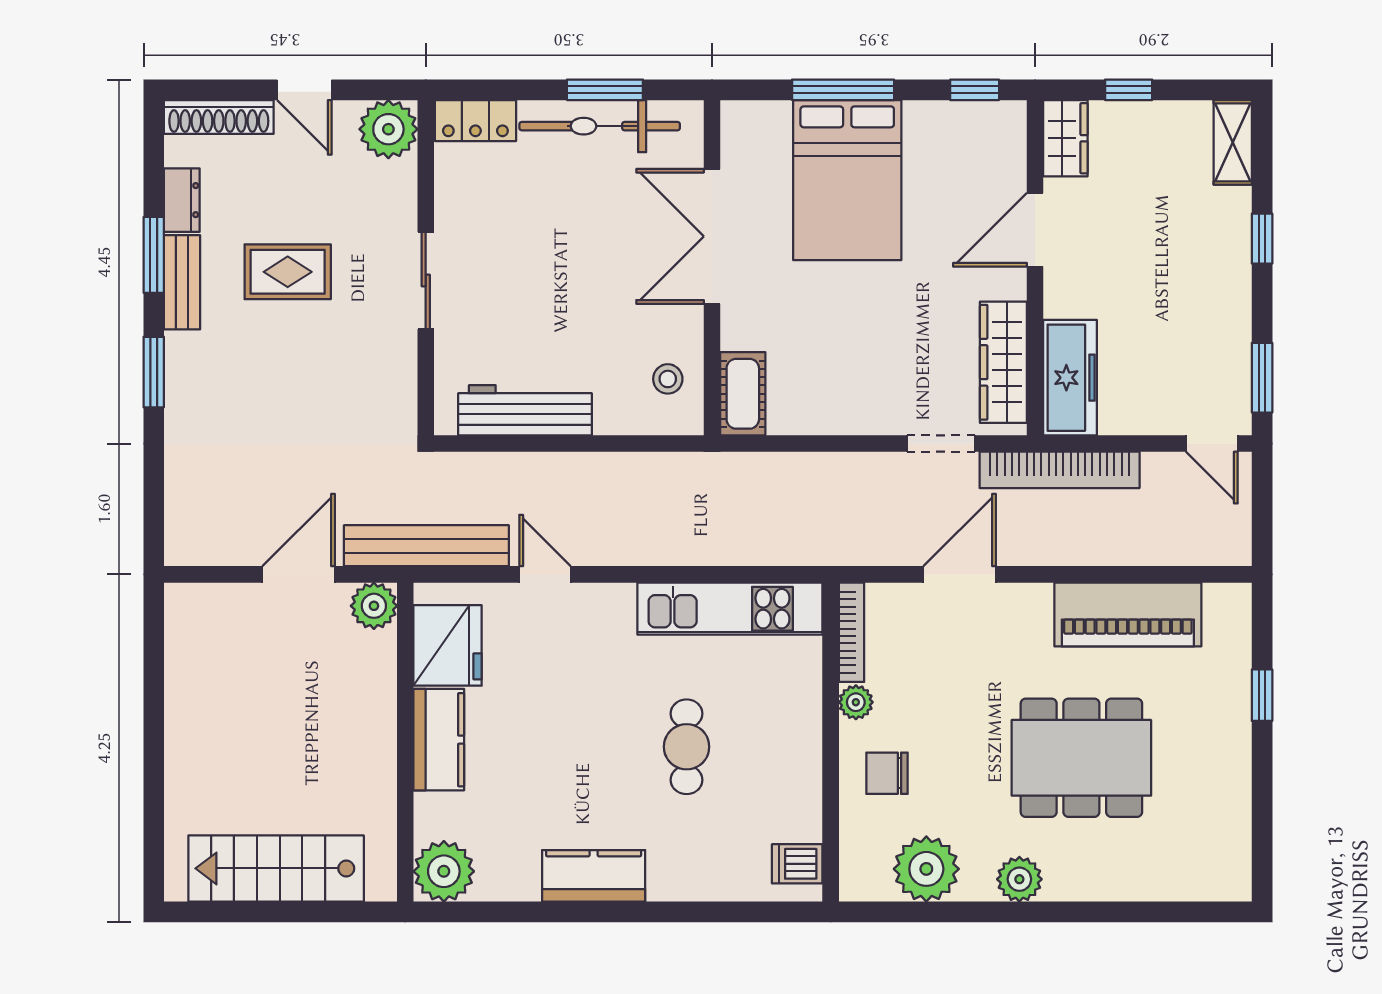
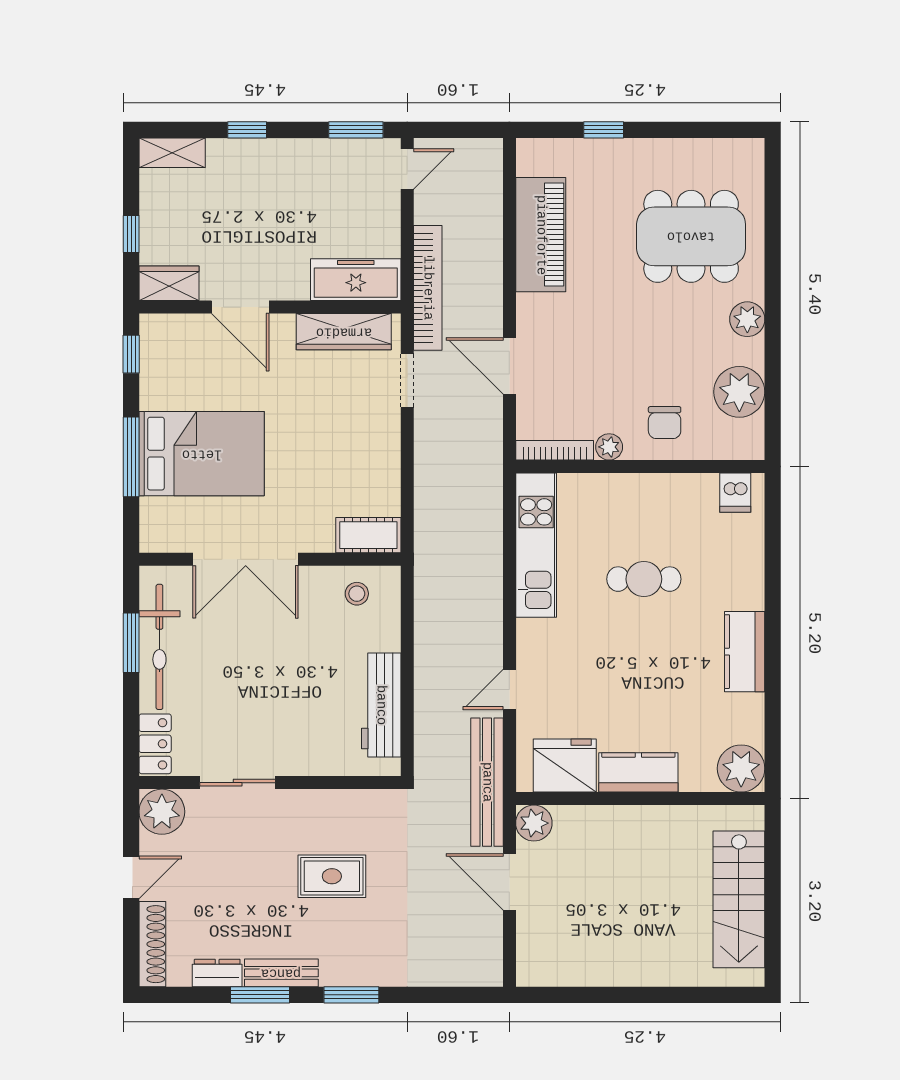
rug: (288, 272) -> (332, 876), moved, turned 90
sliding door: (426, 280) -> (238, 783), moved
dining table: (1081, 758) -> (691, 236), moved, turned 90

